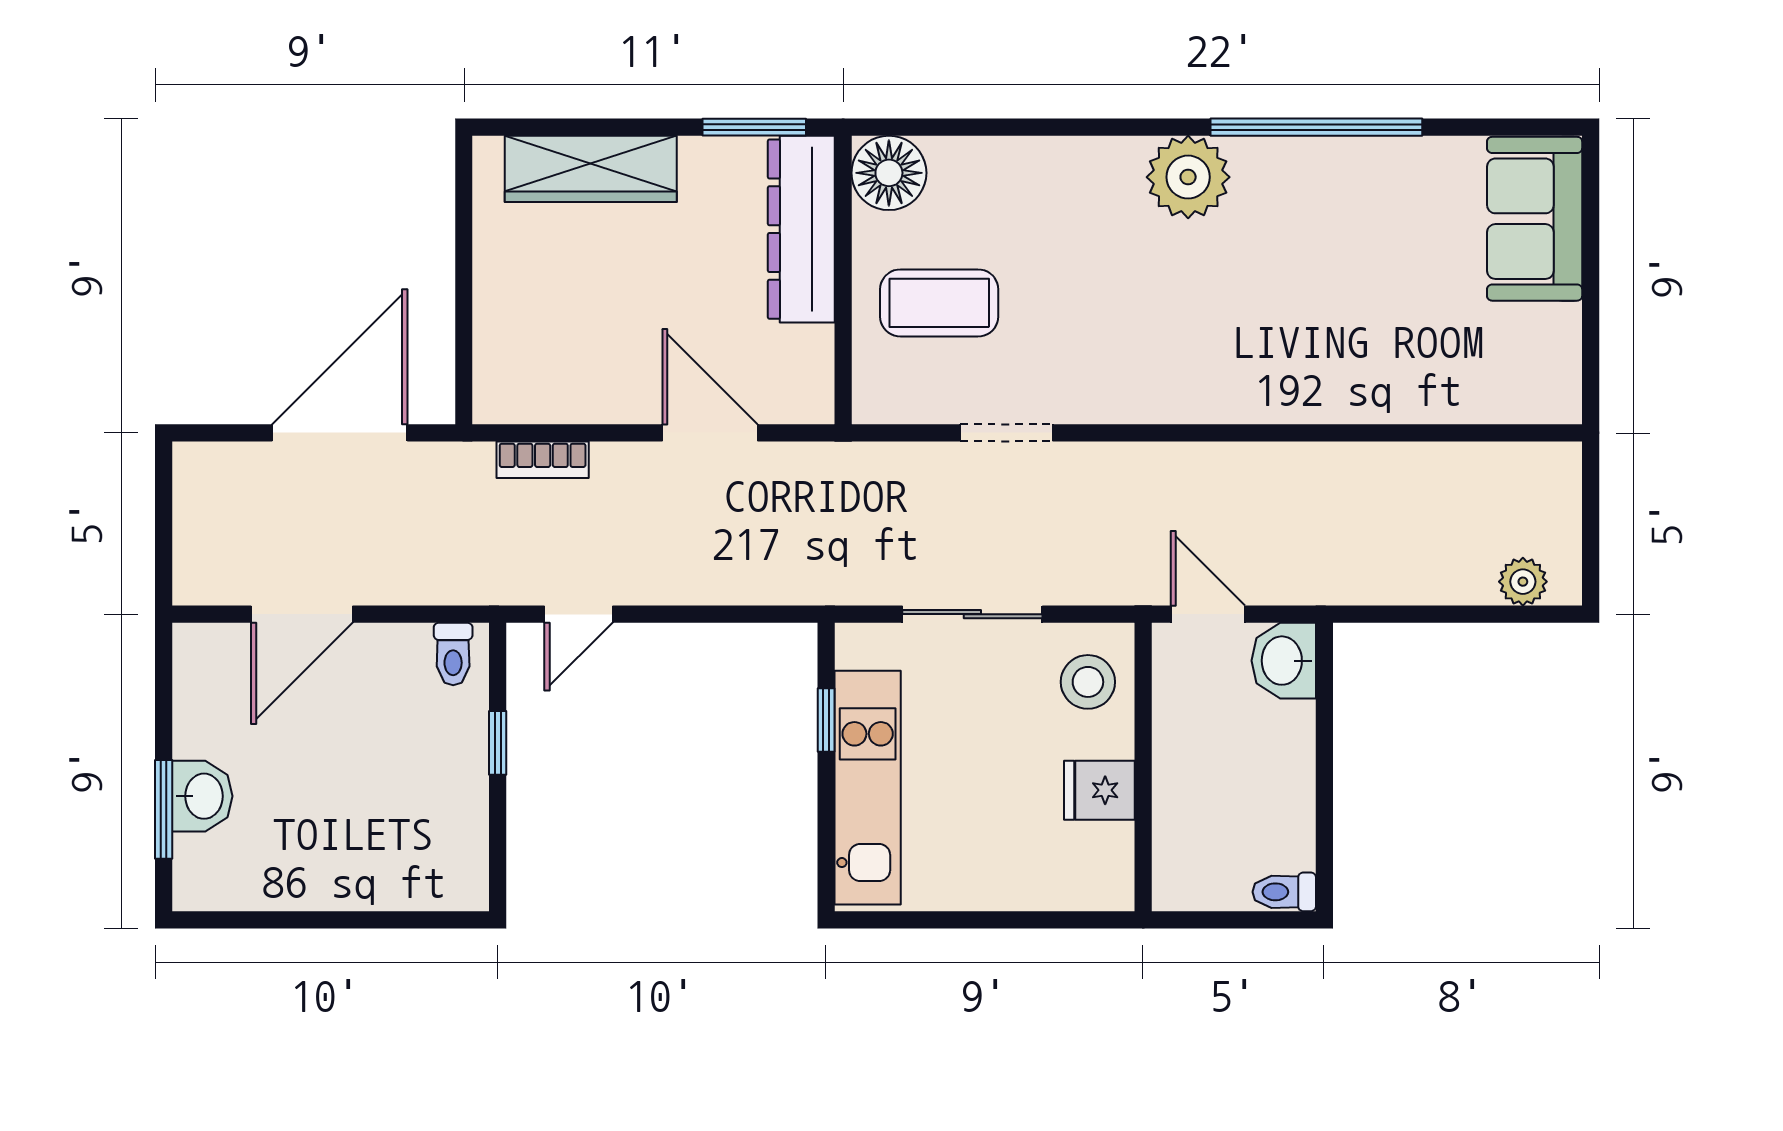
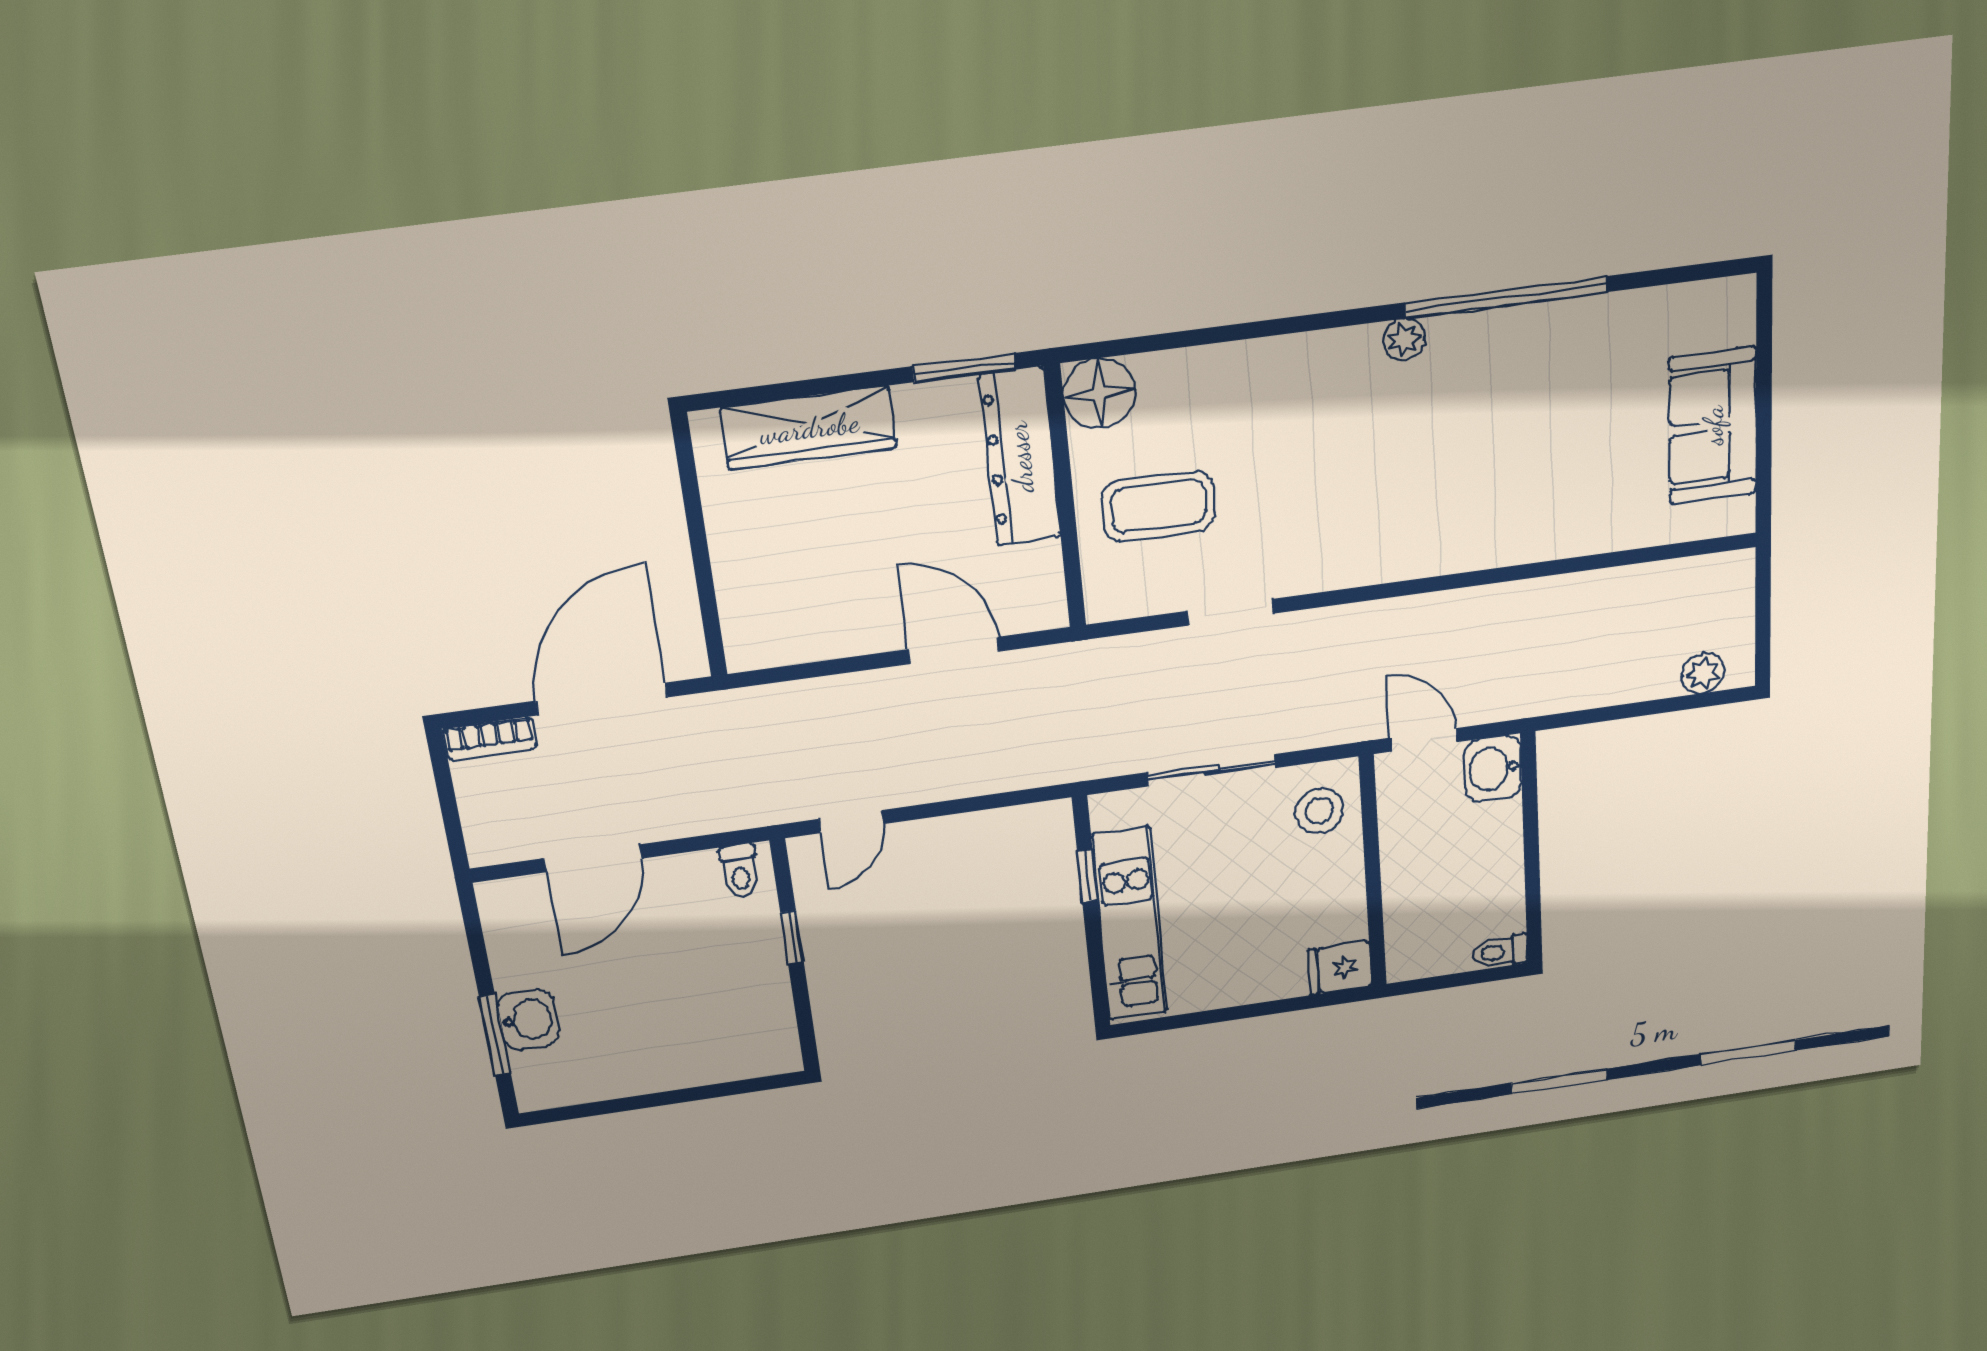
plant: (1188, 177) -> (1404, 339), width x0.53, depth x0.53
sofa: (1535, 219) -> (1713, 426), moved
bookcase: (543, 460) -> (490, 739), moved
fridge: (1099, 790) -> (1340, 968), moved

